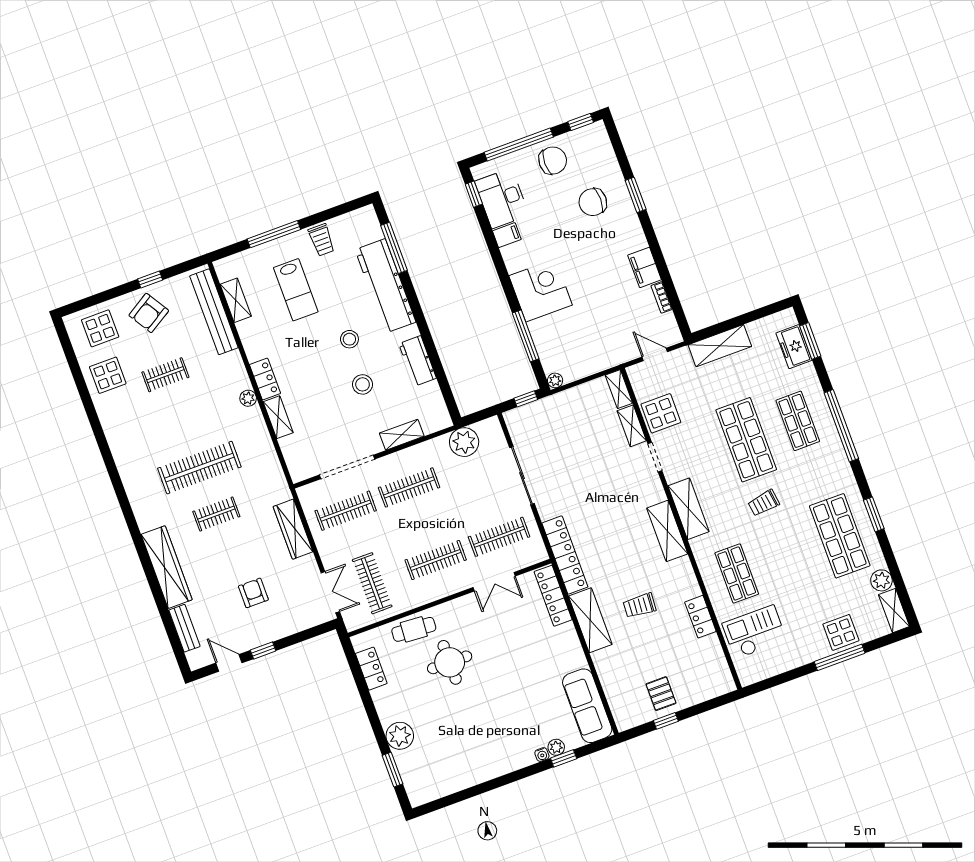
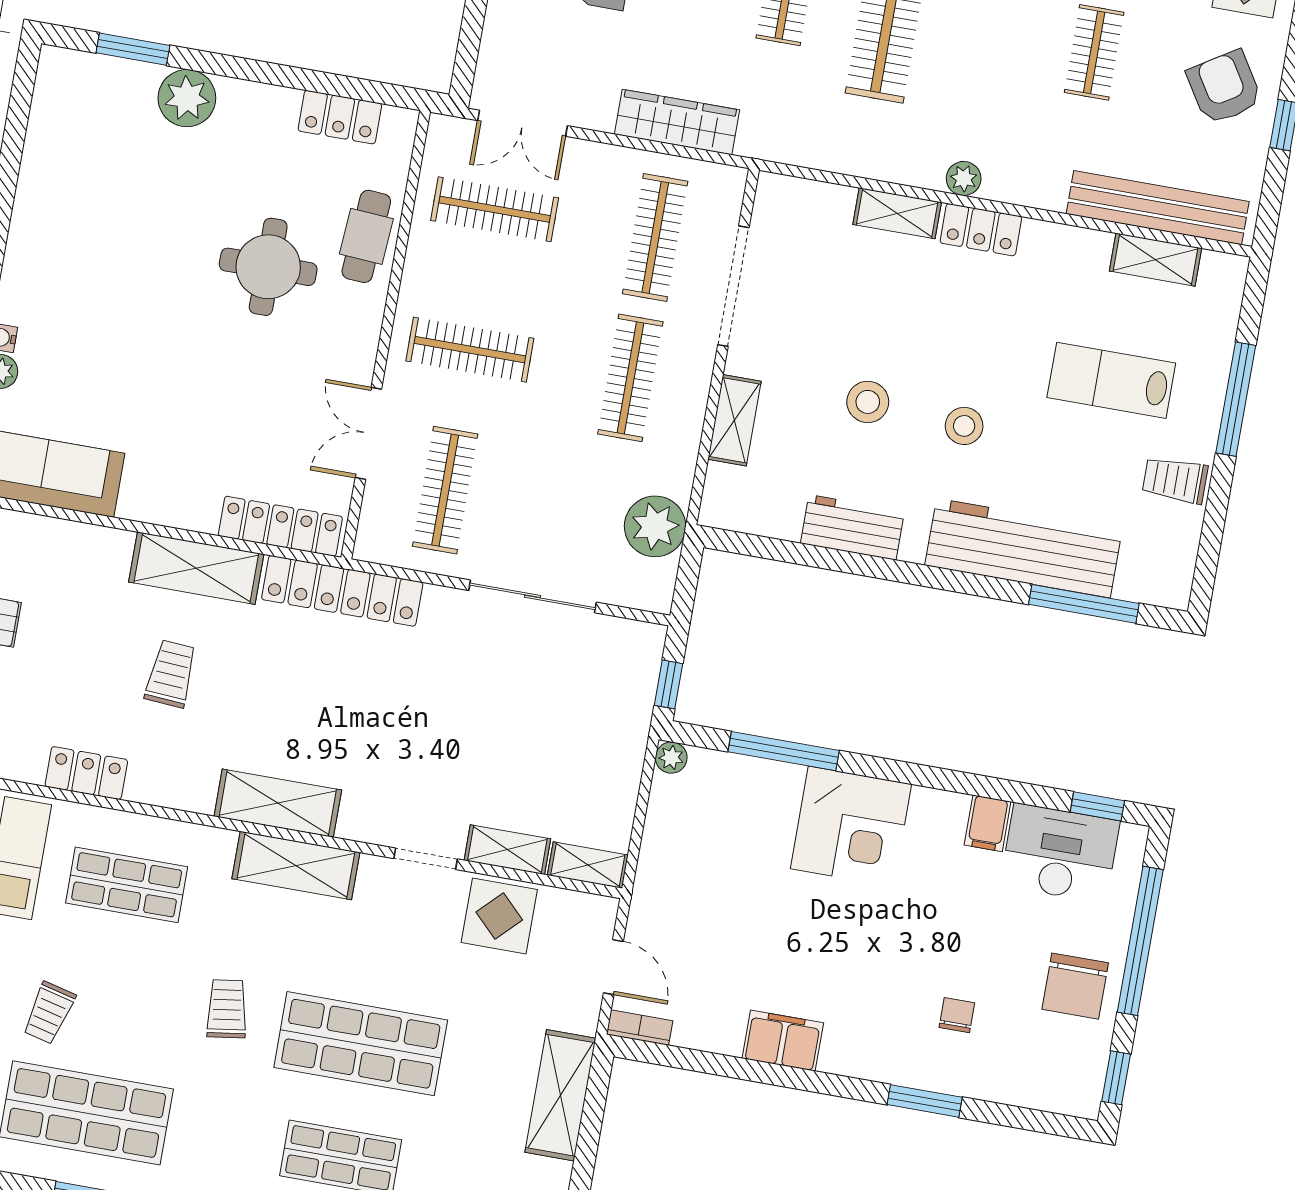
chair: (593, 202) -> (957, 1015), width x0.54, depth x0.54
bookcase: (662, 297) -> (640, 1028), moved
door: (655, 354) -> (613, 967), hinge flipped
clothes rail: (436, 560) -> (470, 350), turned 90
trolley: (808, 575) -> (49, 1013), added

